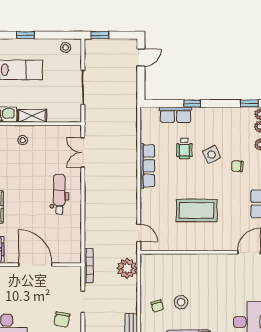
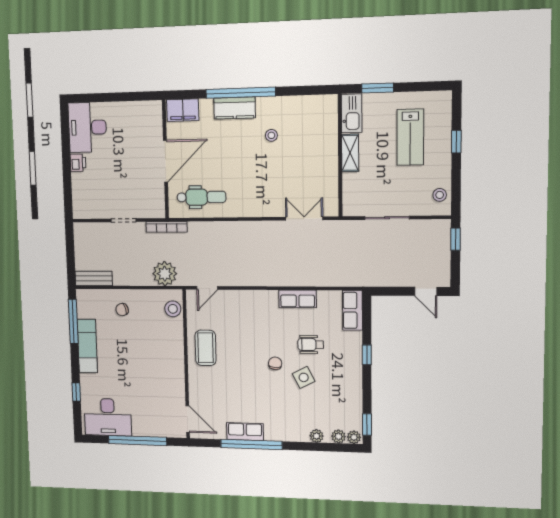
row of seats: (176, 115) -> (352, 310), moved
stool: (23, 140) -> (271, 135), moved
row of seats: (147, 166) -> (298, 299), width x0.68
chair: (237, 166) -> (275, 363), moved
dental chair: (59, 194) -> (201, 197), moved
coffee table: (197, 210) -> (206, 348), moved, width x0.73, depth x0.76
stool: (181, 302) -> (173, 309), moved
chair: (62, 319) -> (102, 195), removed

